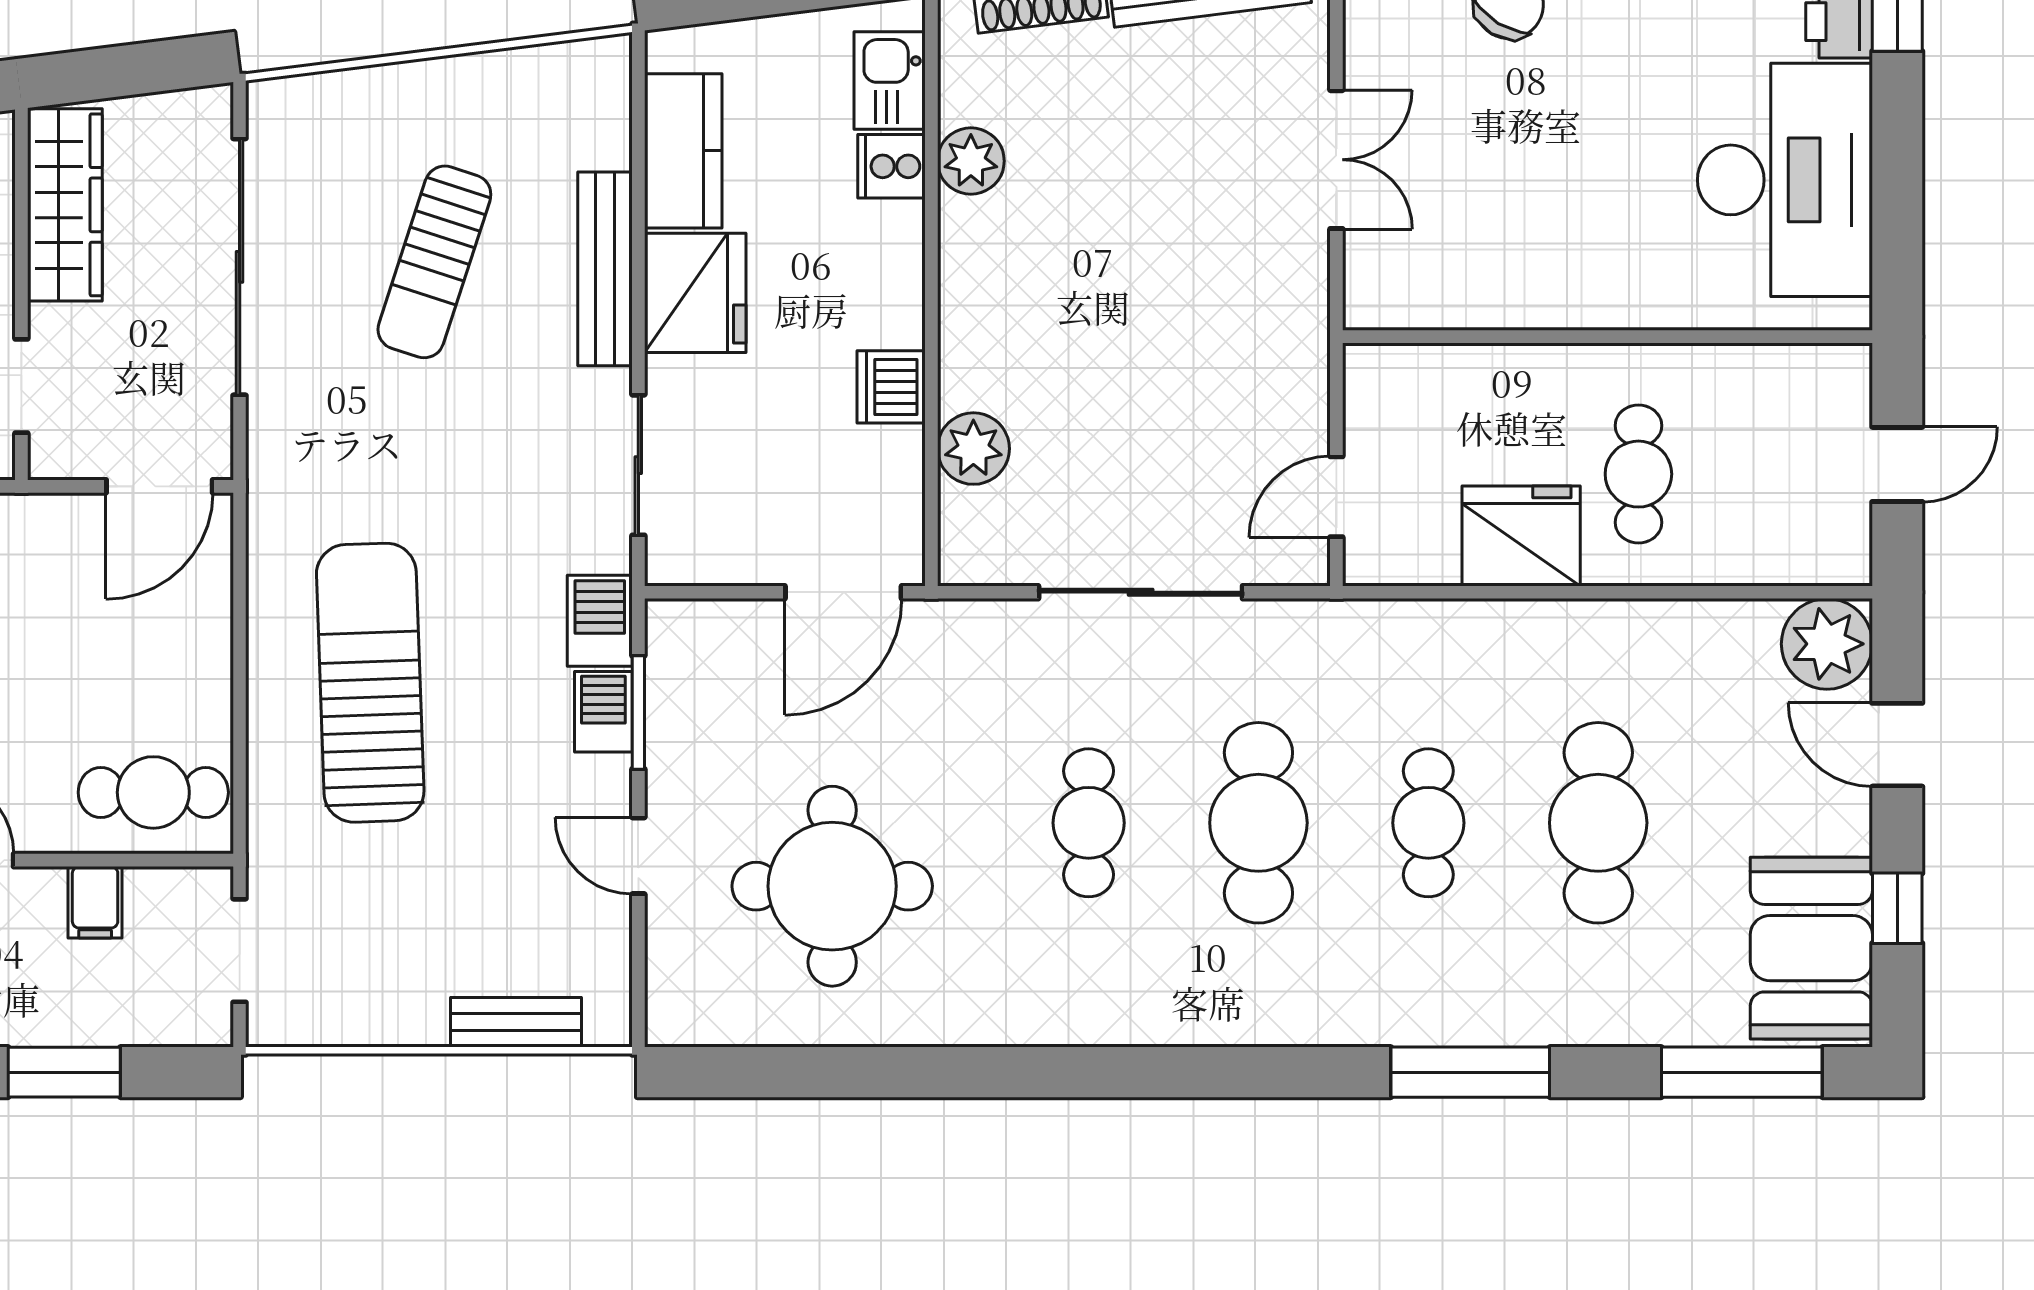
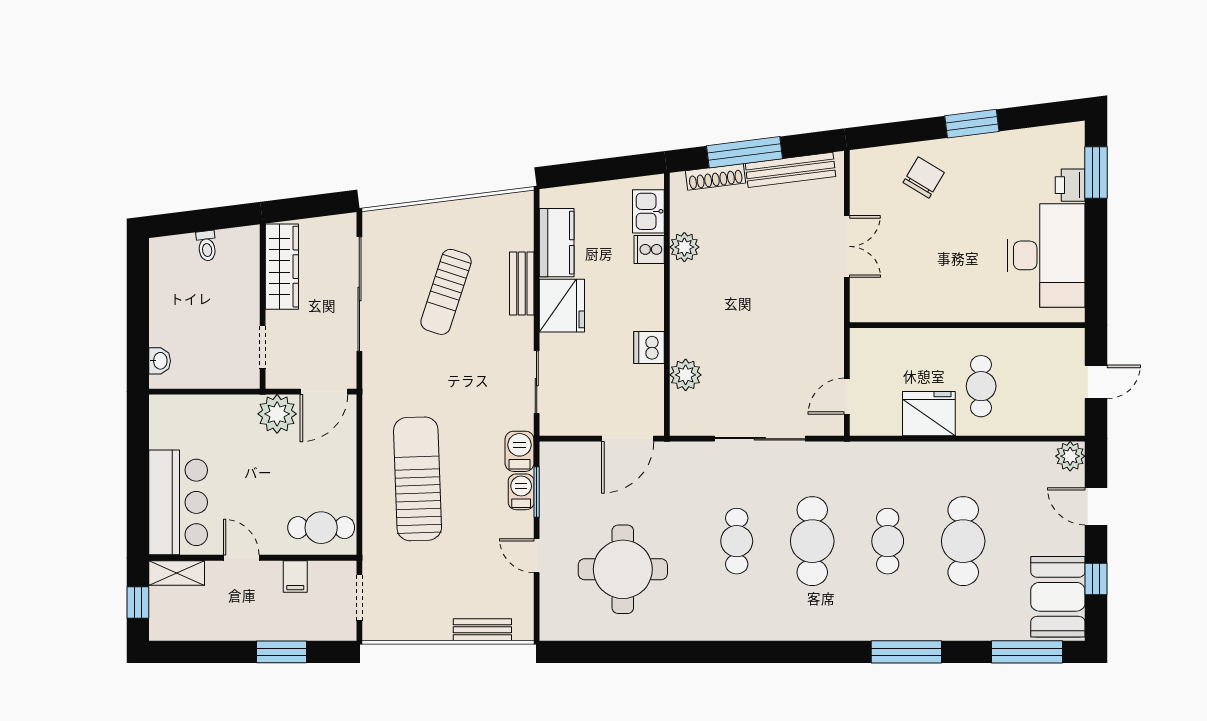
bench: (605, 269) -> (522, 283), width x0.73
plant: (54, 536) -> (277, 414), added
plant: (1827, 644) -> (1070, 456), width x0.73, depth x0.73

